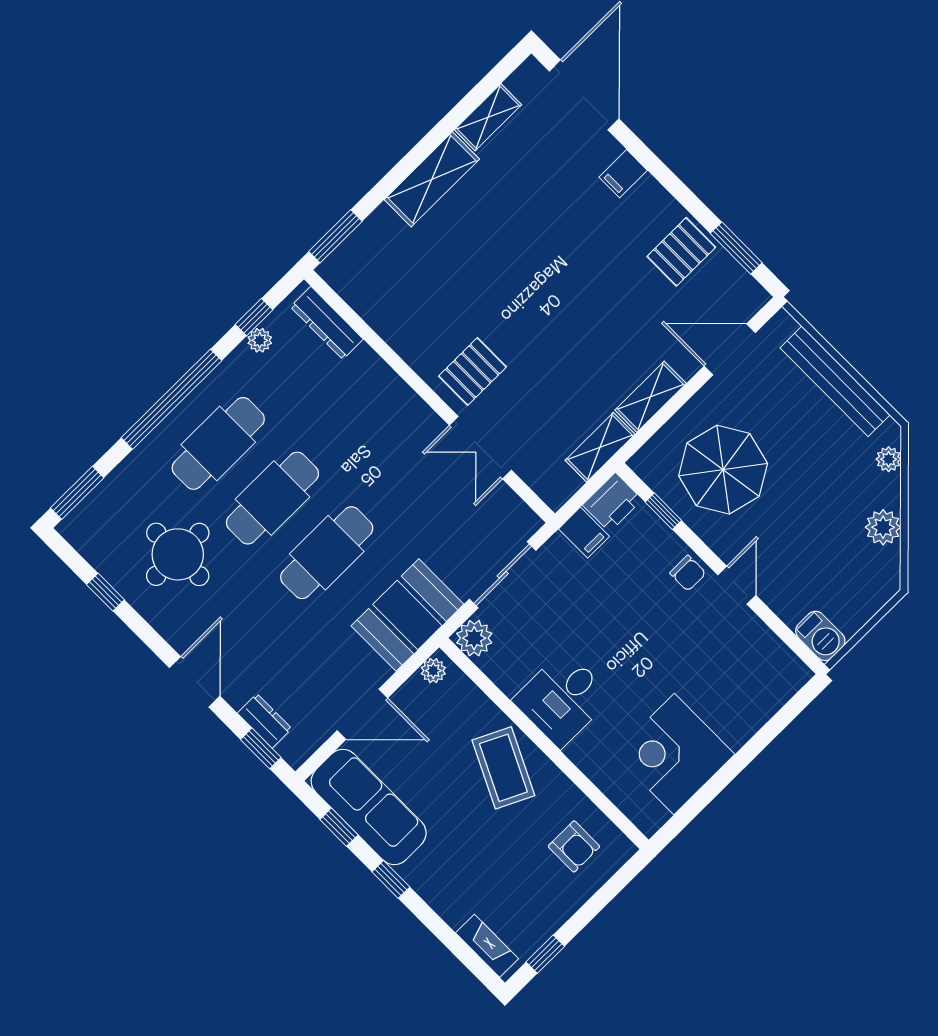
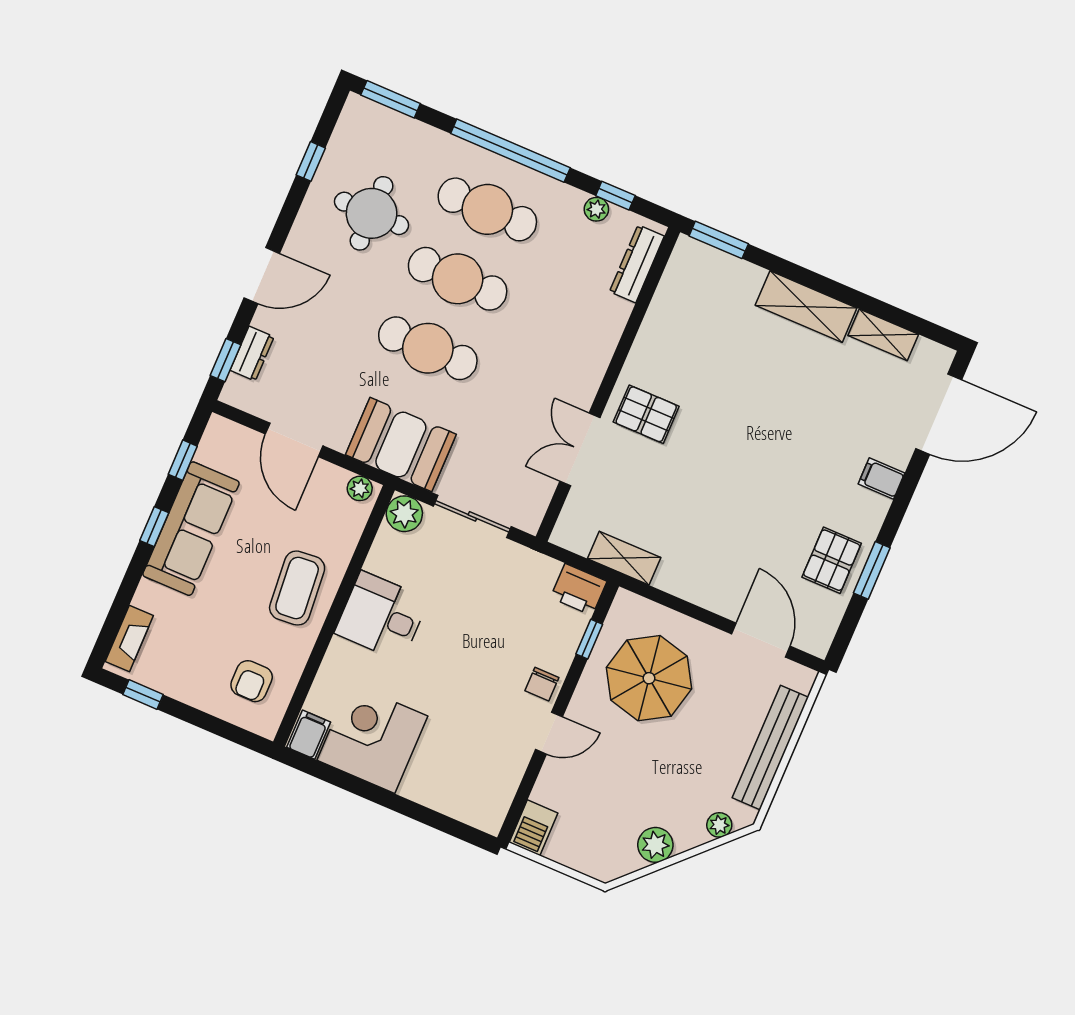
window: (736, 248) -> (872, 570), moved
pallet: (681, 252) -> (832, 560), turned 90
shelving: (651, 397) -> (689, 585), removed
filing cabinet: (584, 533) -> (309, 735), moved, turned 180
coffee table: (503, 768) -> (297, 588), turned -31
sofa: (369, 807) -> (191, 529), moved

